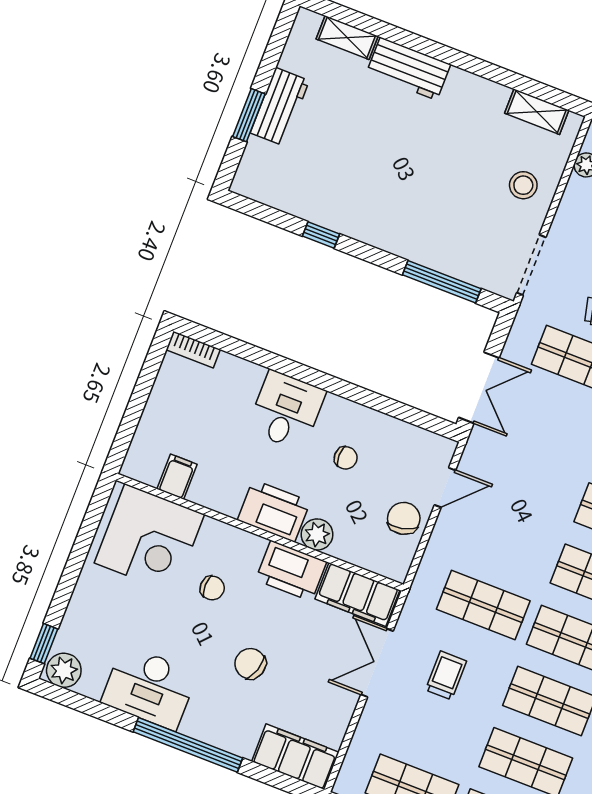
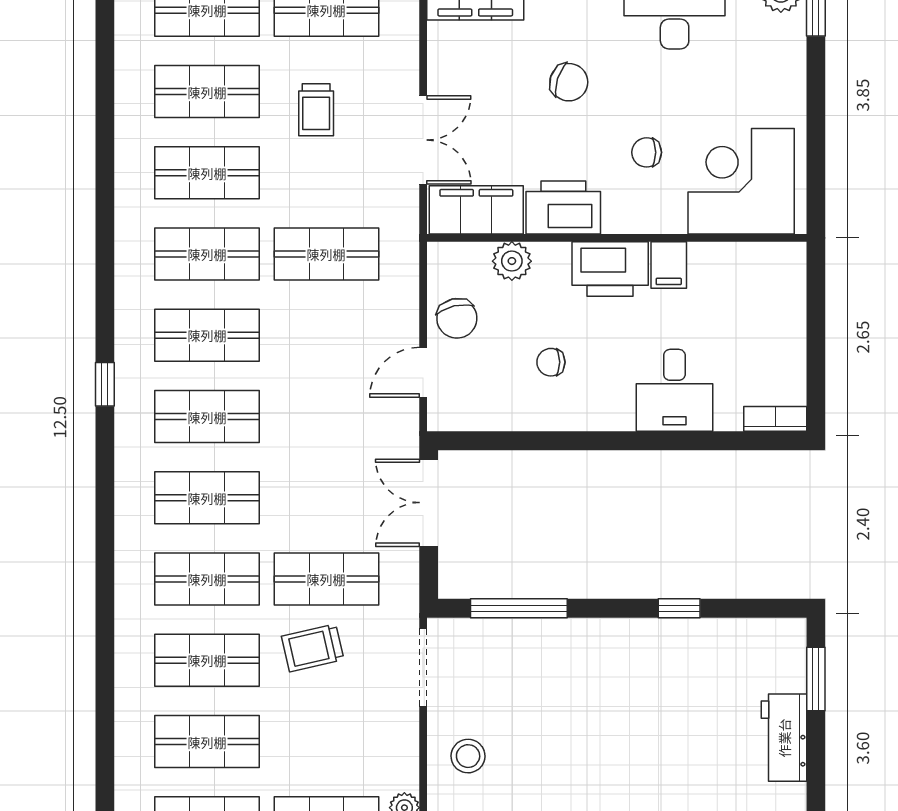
window: (249, 115) -> (816, 679), moved
desk: (286, 410) -> (674, 390), moved
filing cabinet: (177, 477) -> (669, 265), moved
plant: (317, 534) -> (512, 261), moved
trolley: (446, 675) -> (316, 110), moved

